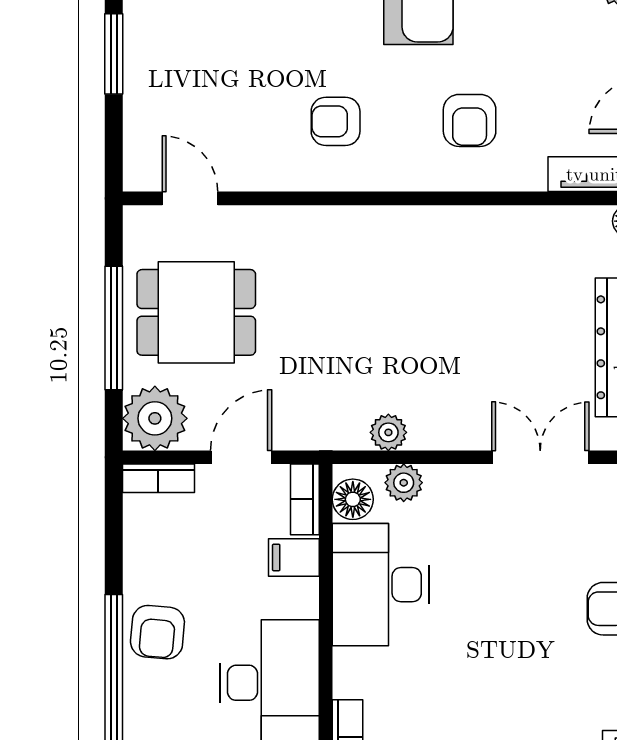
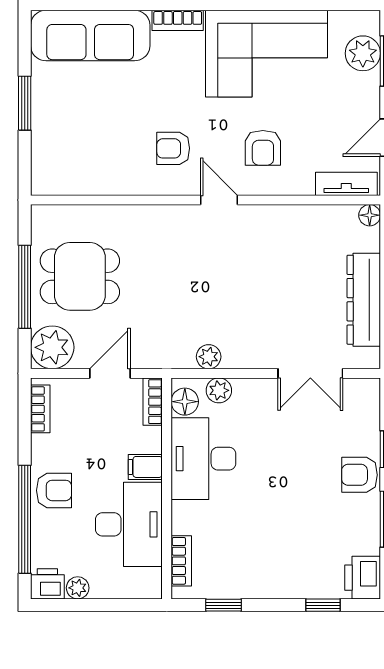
door: (190, 198) -> (219, 200), moved
double door: (540, 457) -> (310, 373), swing flipped
bookcase: (158, 478) -> (40, 409), moved, turned -90
filing cabinet: (294, 557) -> (145, 467), moved
armchair: (157, 632) -> (54, 490), turned -95

